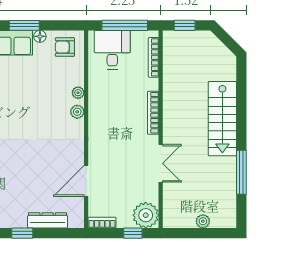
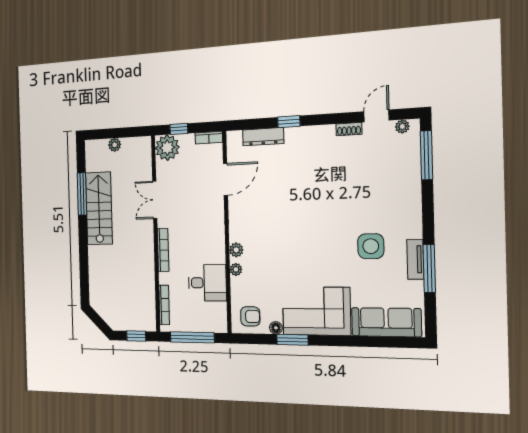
desk: (112, 50) -> (207, 283), moved, turned -90
stairs: (222, 119) -> (99, 208), moved

